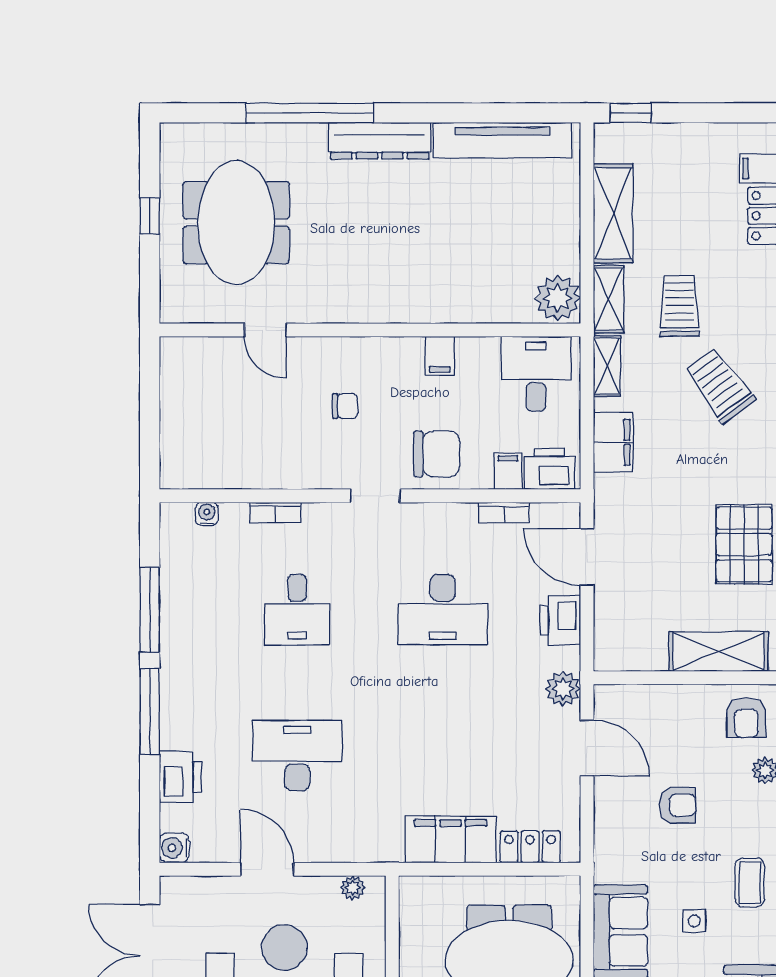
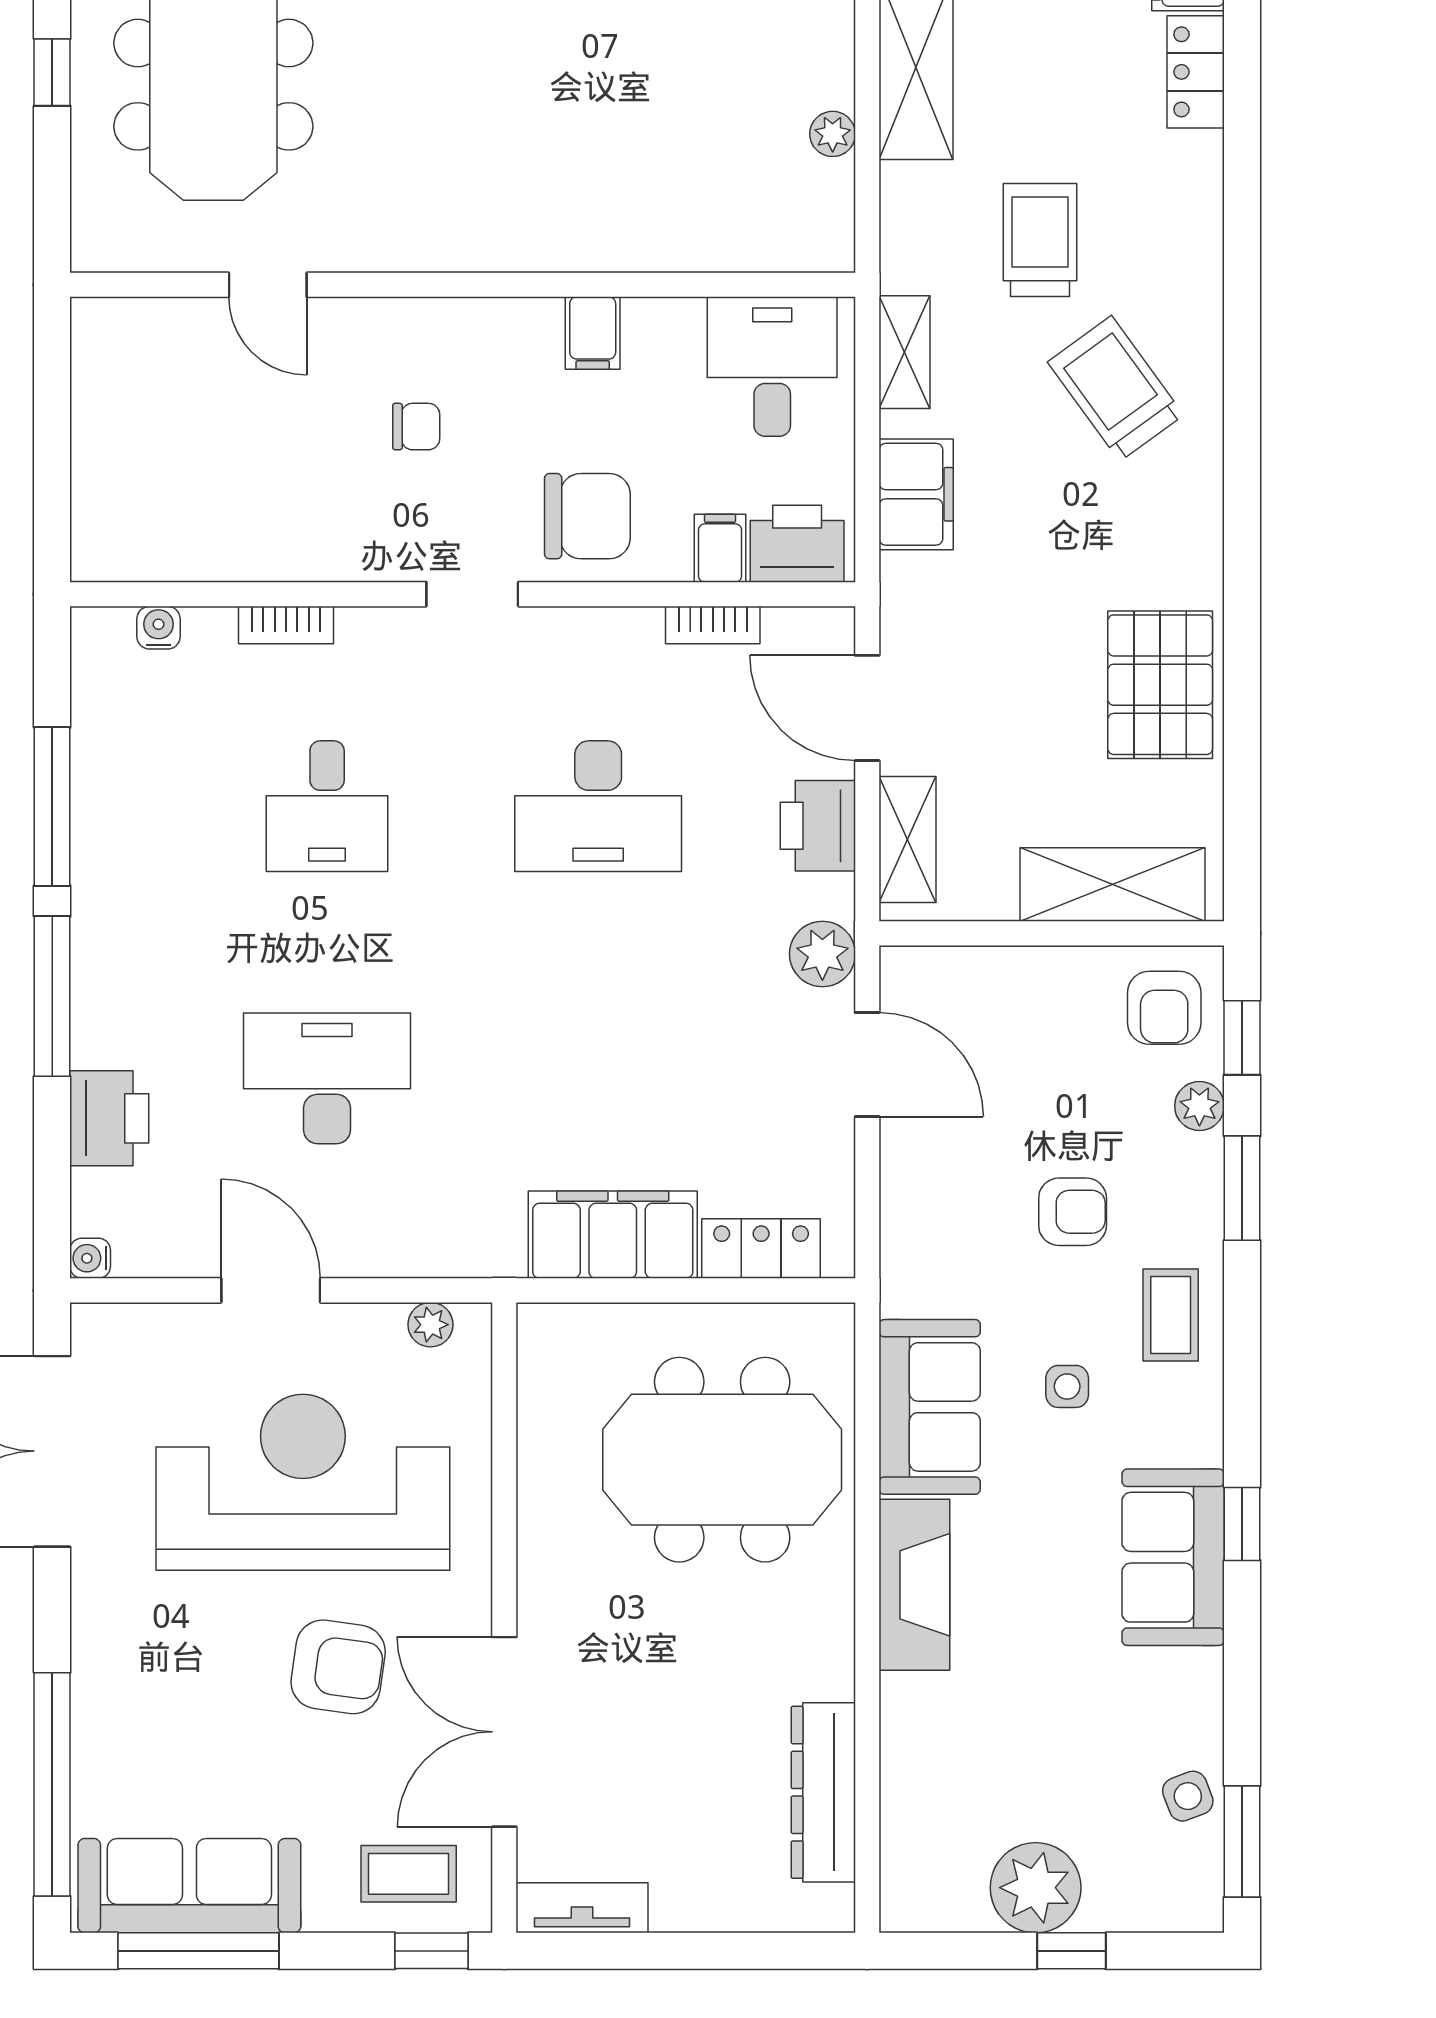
plant: (558, 298) -> (833, 134), moved, width x0.53, depth x0.53
shelving: (609, 299) -> (908, 839), moved
armchair: (678, 805) -> (1073, 1212), moved
water cooler: (174, 848) -> (90, 1258), width x0.72, depth x0.72

